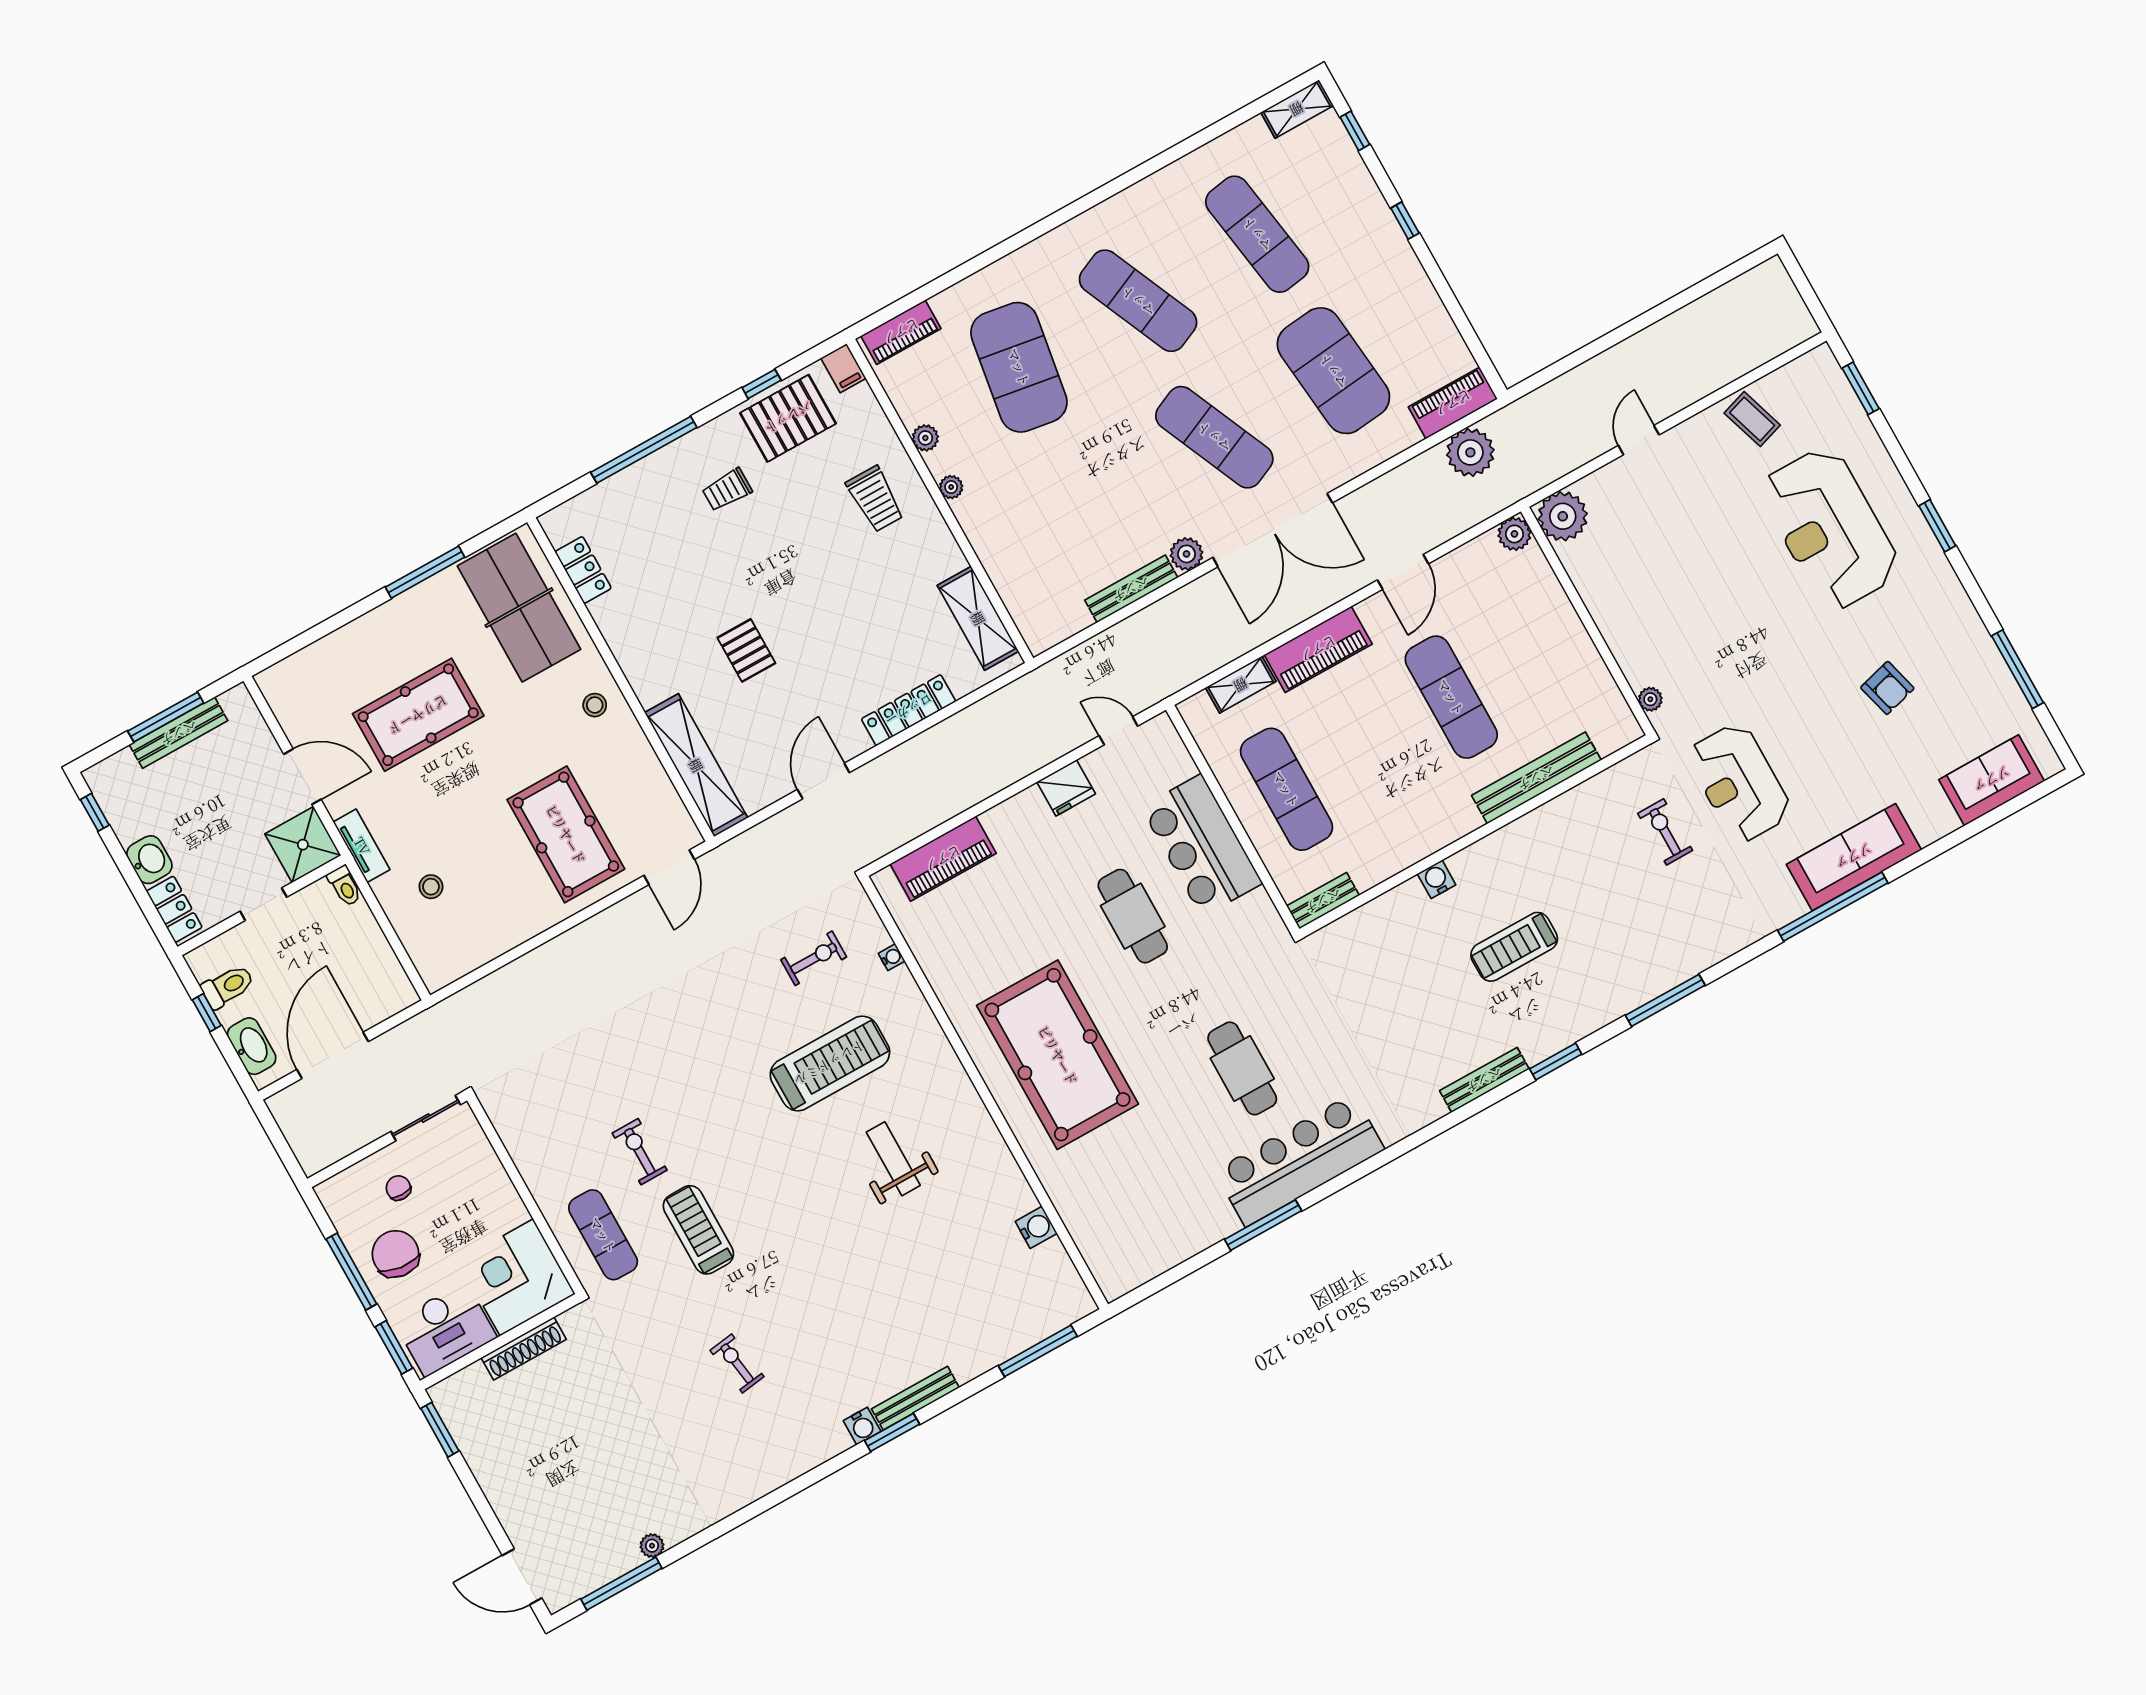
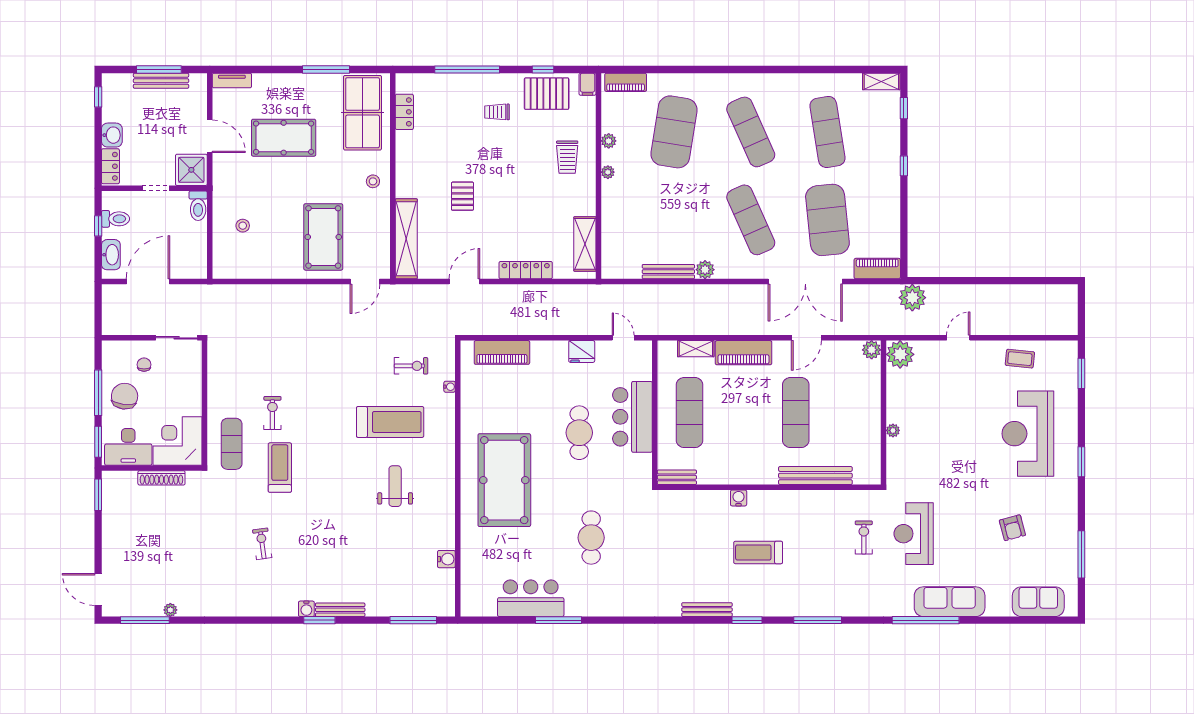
coffee table: (1752, 419) -> (1020, 359), turned -66
plant: (1470, 452) -> (912, 298), moved
double door: (1273, 530) -> (805, 281), moved
plant: (1650, 699) -> (893, 430), moved
tv unit: (362, 846) -> (232, 80), moved, turned 90
toilet: (345, 886) -> (198, 206), width x1.37, depth x1.39
bar counter: (1299, 1160) -> (531, 598), moved, width x0.73

